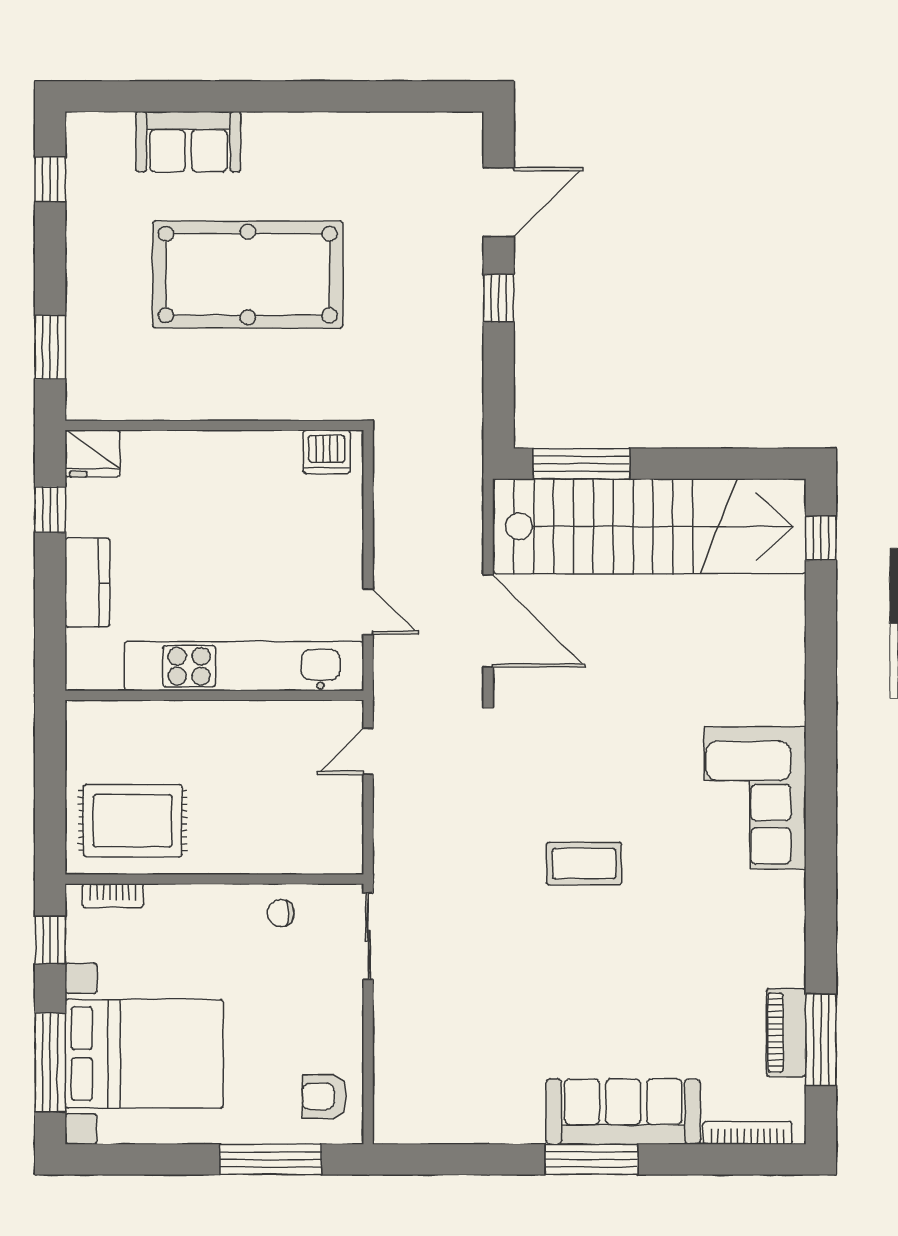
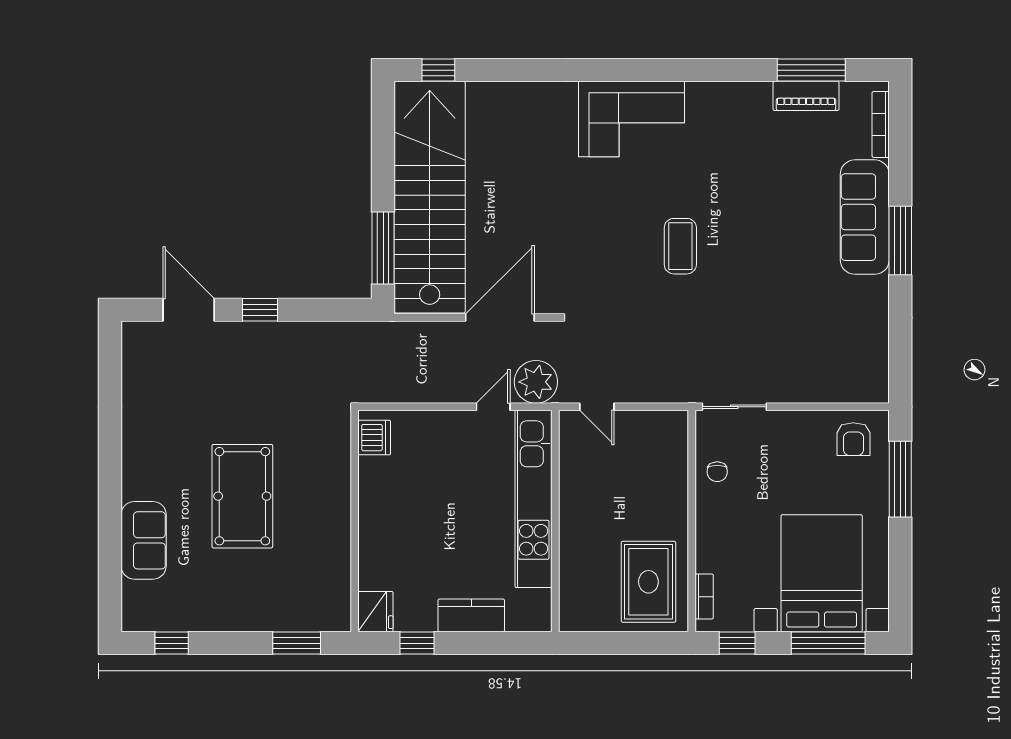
pool table: (248, 274) -> (242, 496), width x0.73, depth x0.76
plant: (401, 669) -> (536, 382), added

